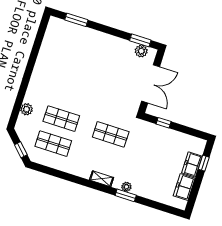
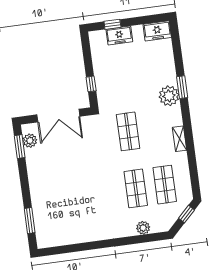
double door: (151, 84) -> (58, 116), swing flipped
shelving: (102, 179) -> (179, 139), moved
plant: (126, 187) -> (169, 96), width x1.88, depth x1.88
freezer: (184, 187) -> (157, 31), moved

